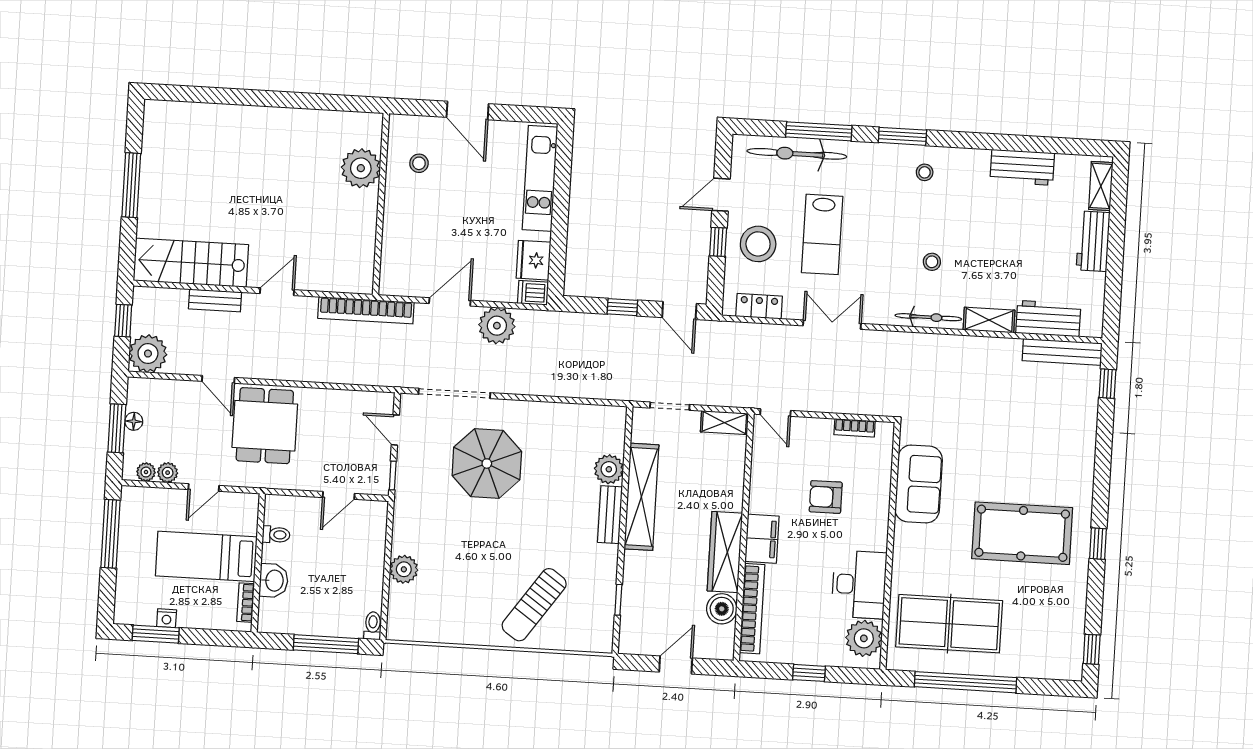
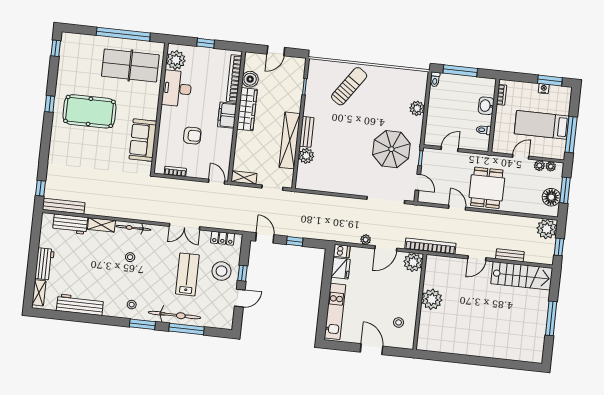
bicycle: (797, 154) -> (175, 315), moved
workbench: (1022, 167) -> (80, 305), width x1.38
plant: (361, 168) -> (432, 299), moved
plant: (397, 278) -> (413, 262), added
plant: (497, 326) -> (366, 240), width x0.53, depth x0.53
door: (218, 379) -> (457, 208), moved
floor lamp: (134, 421) -> (551, 197), width x1.89, depth x1.89
parasol: (487, 464) -> (391, 149), moved
bed: (206, 556) -> (542, 125), moved, turned 180

